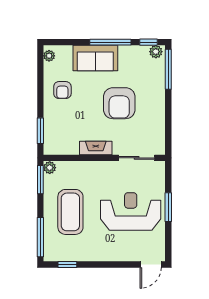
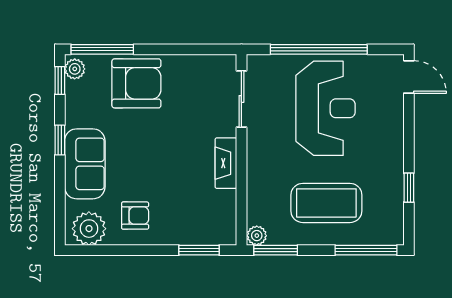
window: (110, 42) -> (60, 140), width x0.46
plant: (49, 56) -> (89, 229), width x1.87, depth x1.87
armchair: (119, 103) -> (136, 83), moved
window: (168, 207) -> (319, 49), width x2.11
reception desk: (131, 211) -> (325, 108), turned 180
window: (67, 264) -> (409, 188), moved

